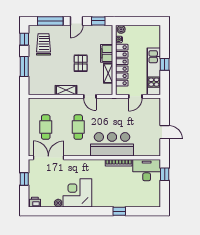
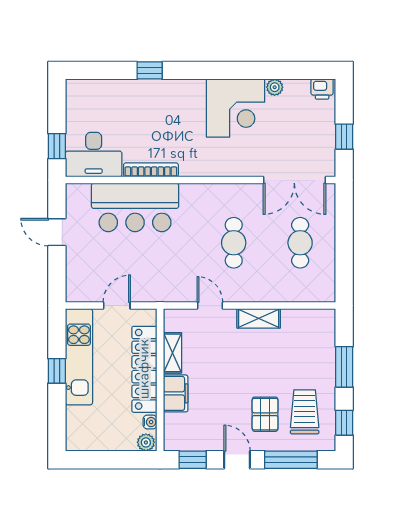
door: (77, 21) -> (237, 460), hinge flipped
trolley: (44, 44) -> (305, 412), turned 180
pallet: (81, 63) -> (265, 414), moved
bar counter: (112, 144) -> (135, 207), moved

